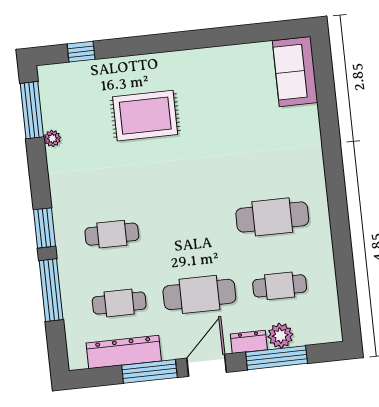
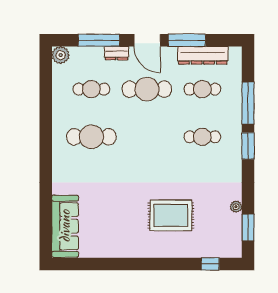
sofa: (295, 72) -> (65, 226), width x1.36
window: (32, 110) -> (248, 227), width x0.69
plant: (280, 336) -> (61, 55), moved
door: (207, 365) -> (147, 40), hinge flipped

